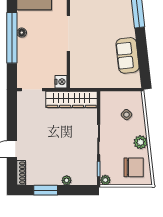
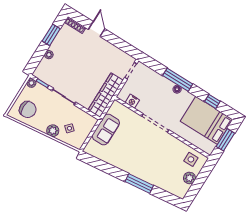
window: (12, 38) -> (178, 80), width x0.68
sofa: (128, 55) -> (106, 129), moved, turned 96
nightstand: (61, 82) -> (132, 101), moved
plant: (141, 142) -> (53, 131), moved
chair: (134, 167) -> (28, 109), turned -90

